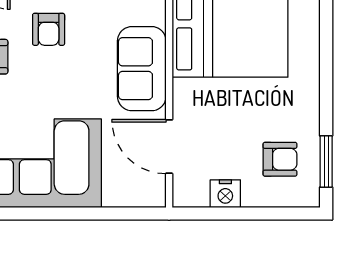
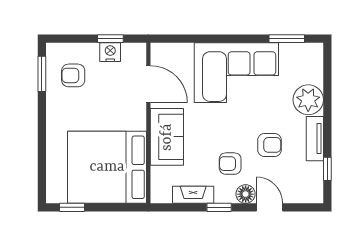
armchair: (49, 29) -> (230, 164), turned -90
window: (225, 213) -> (110, 39), added

